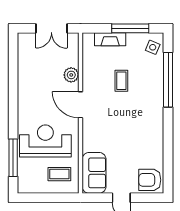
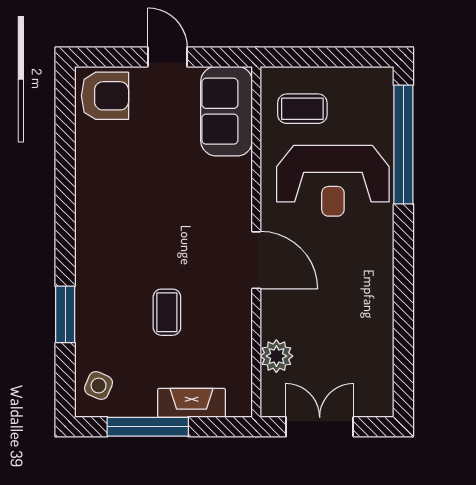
plant: (71, 75) -> (276, 356), moved
window: (168, 80) -> (65, 314), width x0.47
window: (13, 158) -> (403, 144), width x1.46

